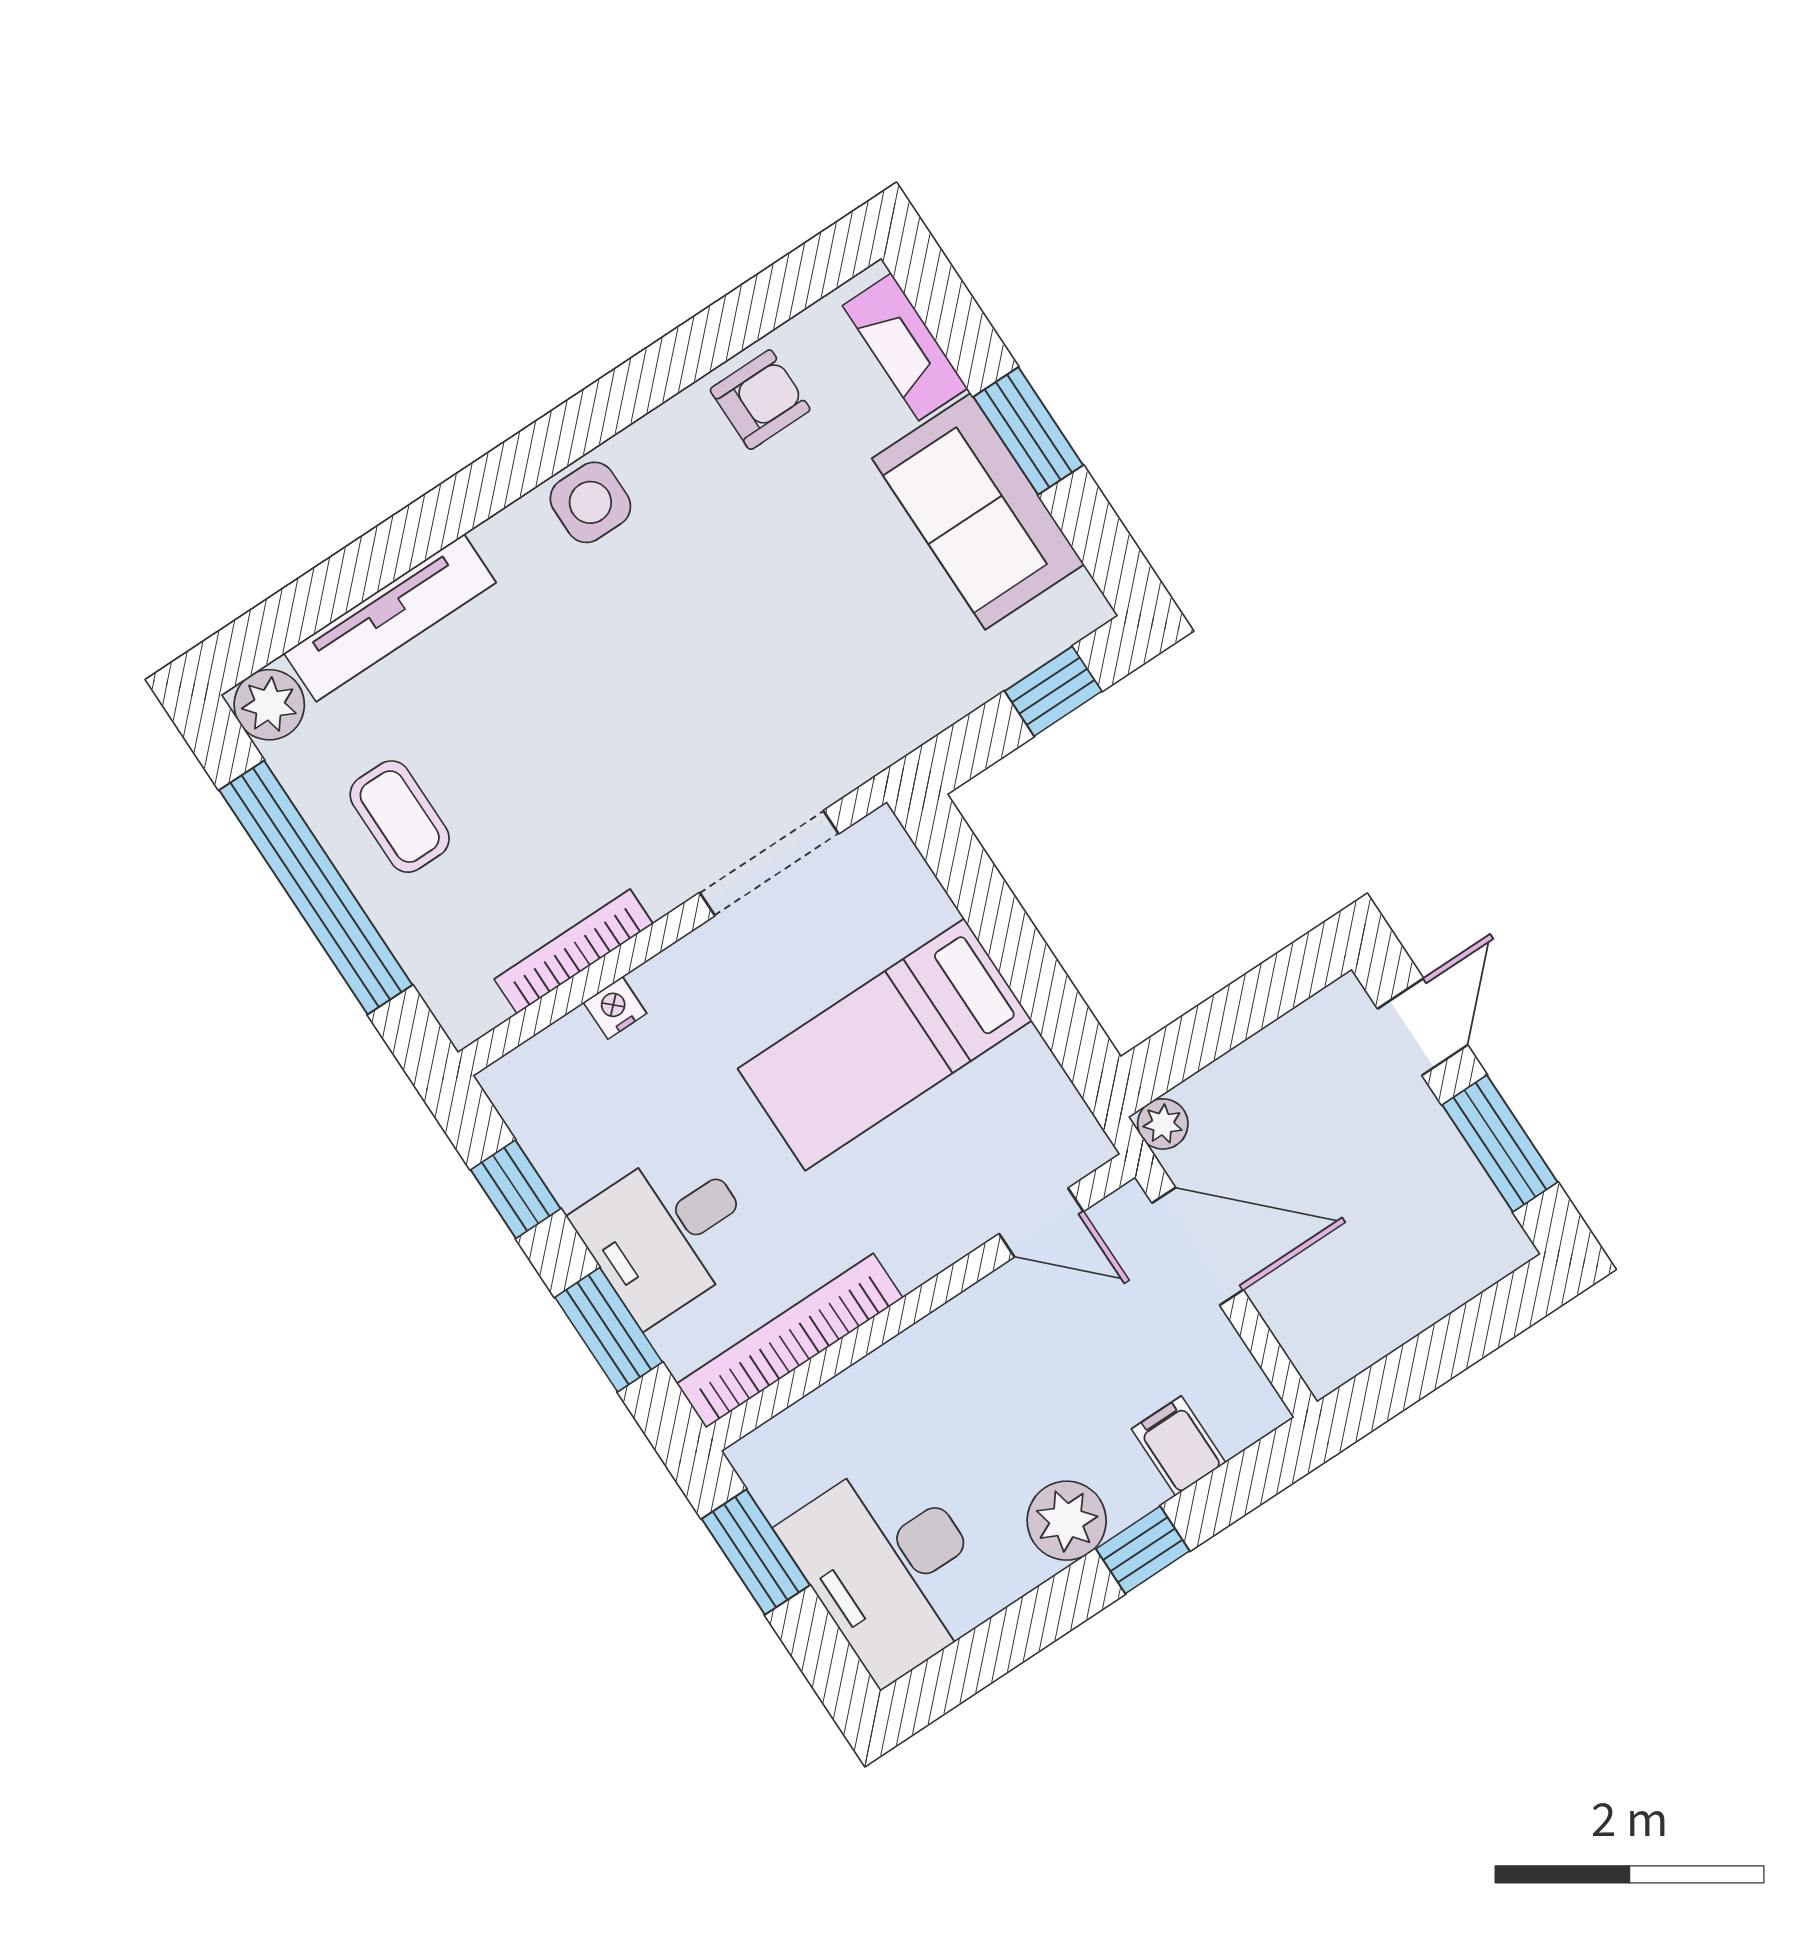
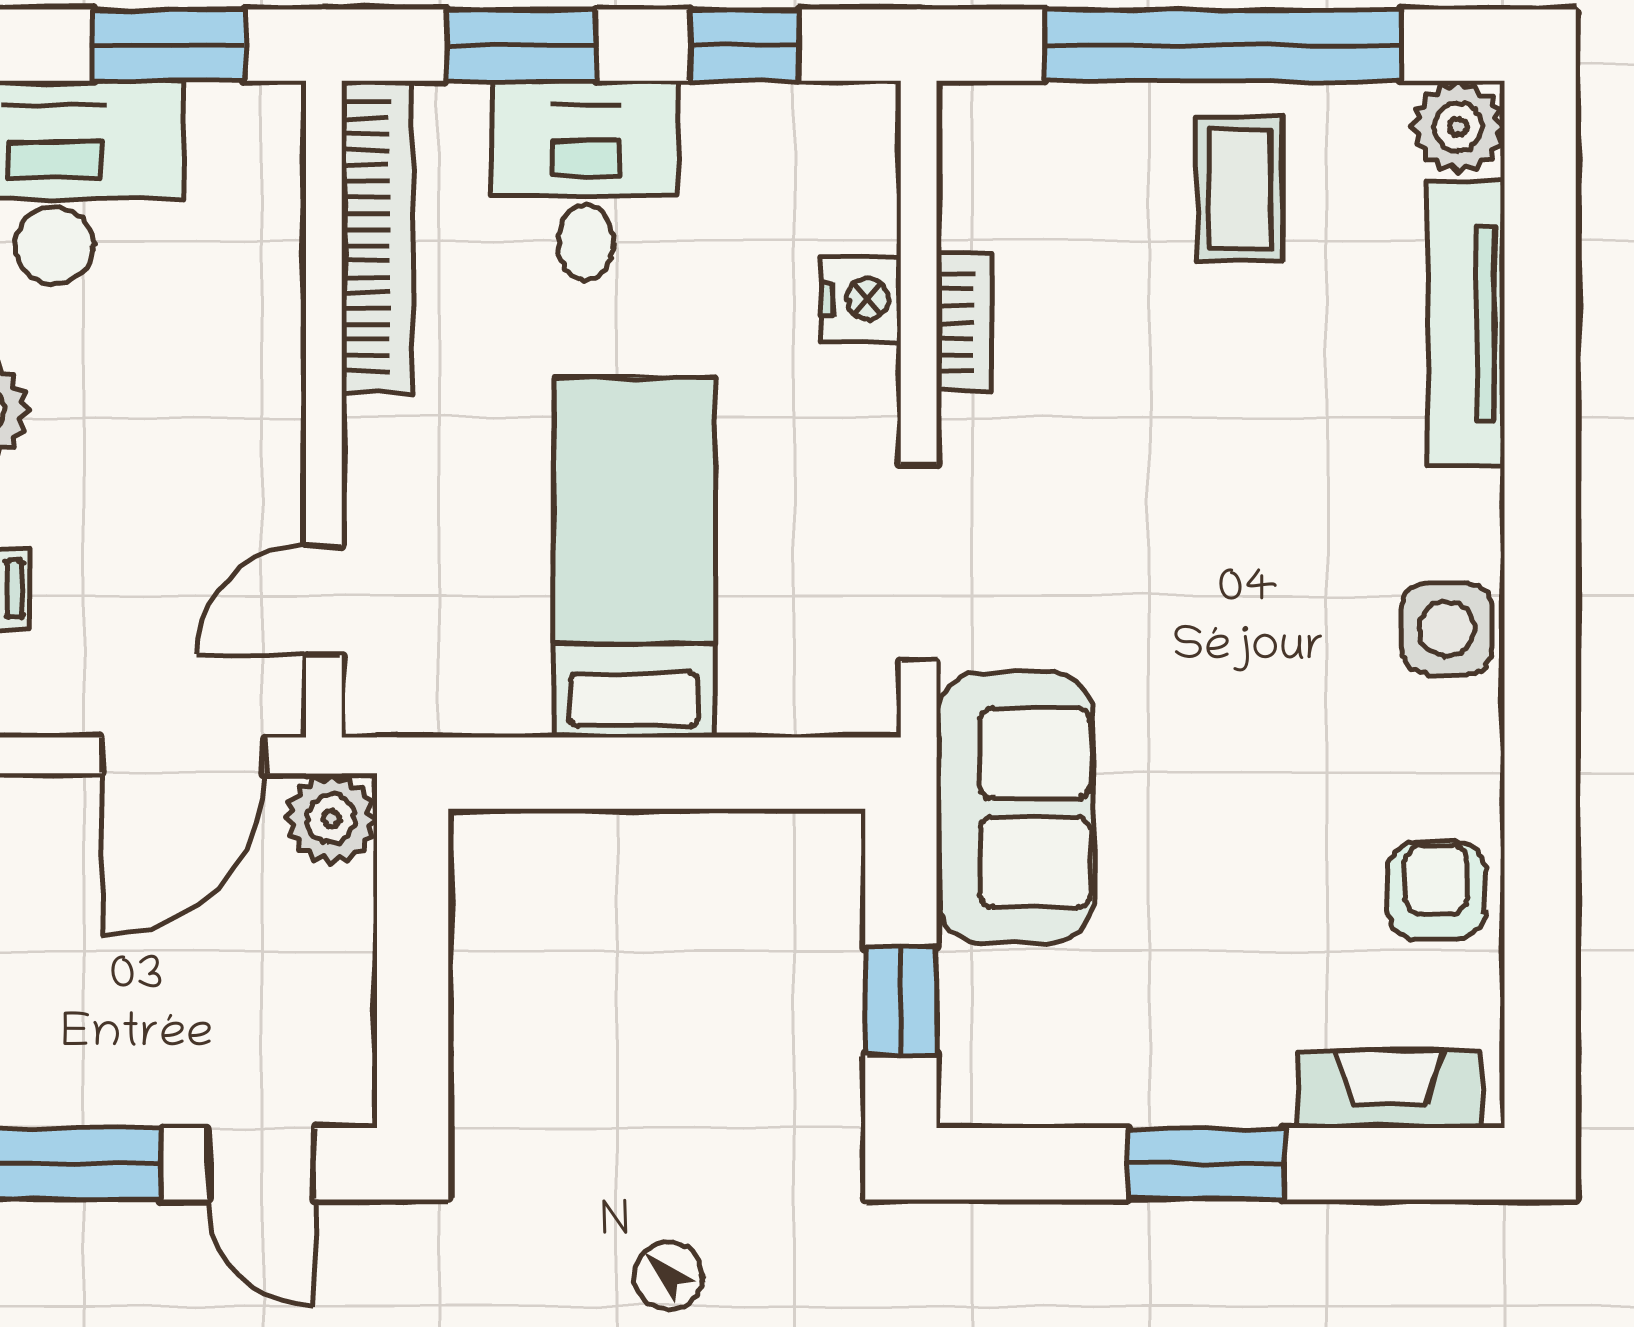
armchair: (760, 400) -> (1436, 891), turned 180
sofa: (978, 511) -> (1015, 808), moved, turned 90
coffee table: (400, 817) -> (1240, 189), turned 90
bookcase: (574, 951) -> (964, 321), width x0.64
nightstand: (615, 1008) -> (861, 299), width x1.39, depth x1.35
plant: (1163, 1124) -> (331, 819), width x1.38, depth x1.38

